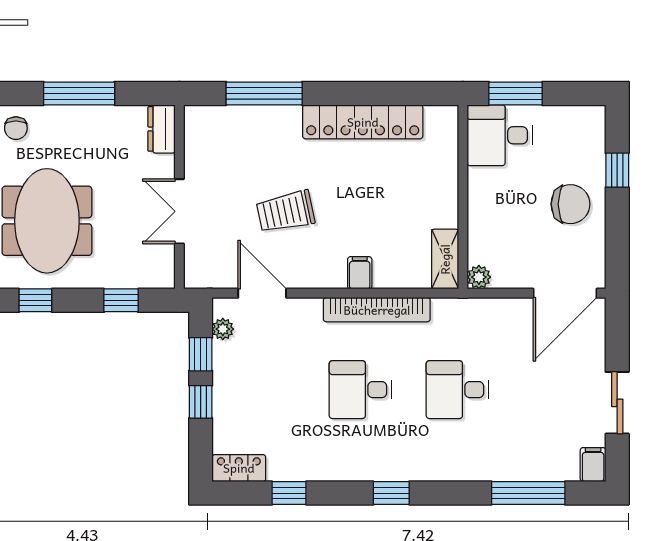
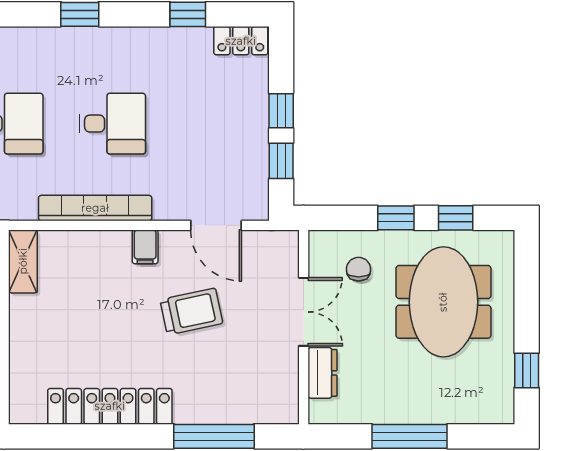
chair: (16, 128) -> (359, 269), moved
dresser: (162, 129) -> (322, 373), moved
filing cabinet: (360, 273) -> (145, 247), moved
window: (121, 300) -> (396, 218), moved
plant: (223, 329) -> (258, 188), removed

